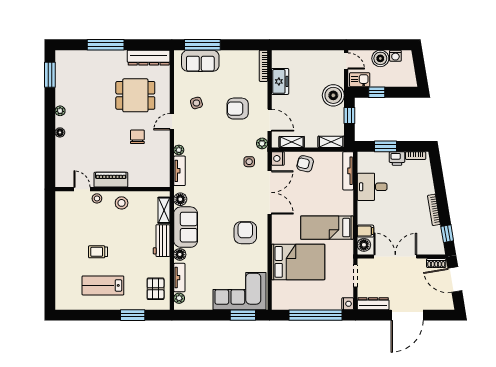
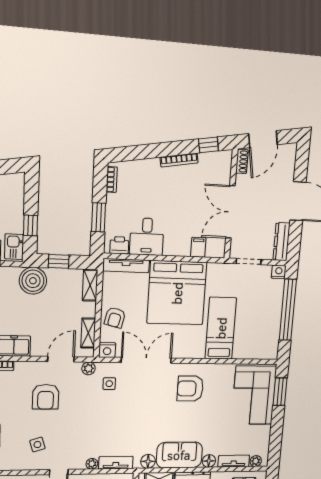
printer: (397, 158) -> (119, 245), moved, turned -90
bed: (327, 228) -> (177, 293), width x2.04
floor lamp: (364, 245) -> (214, 250), removed
bed: (298, 262) -> (221, 328), width x0.67

